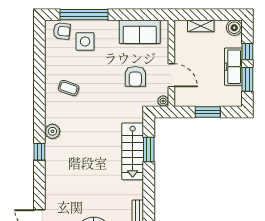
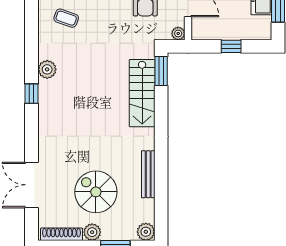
window: (208, 112) -> (231, 46), width x0.67
window: (149, 149) -> (161, 71), moved

